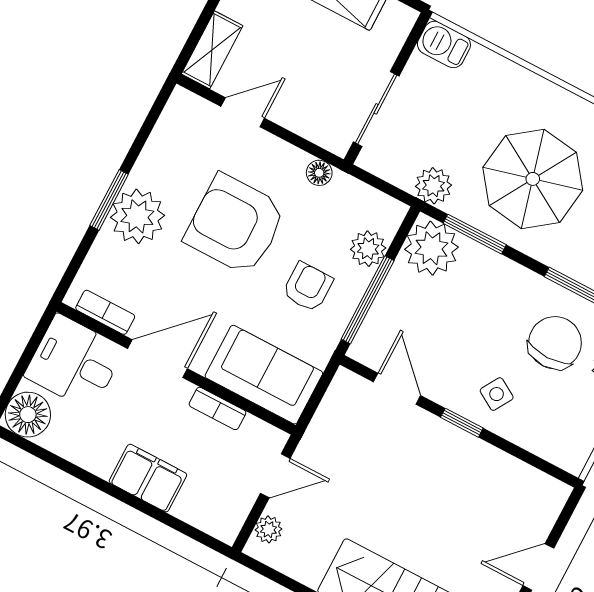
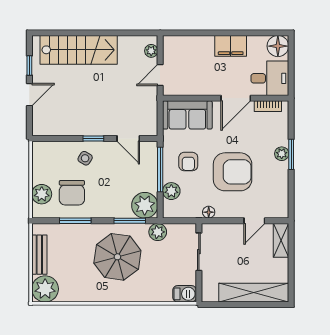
plant: (137, 216) -> (282, 154), width x0.53, depth x0.53
bookcase: (217, 408) -> (199, 90), removed
filing cabinet: (148, 478) -> (231, 46), moved

